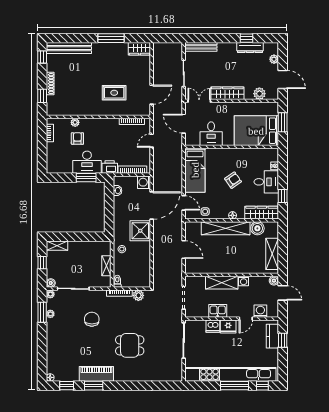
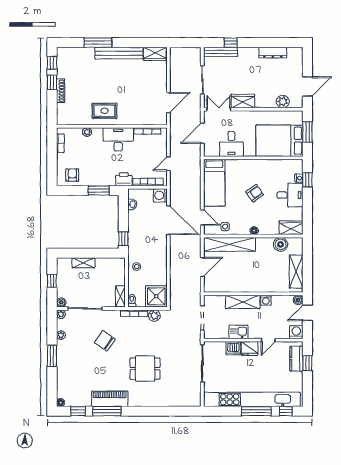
window: (111, 38) -> (98, 43), moved
window: (246, 38) -> (231, 43), moved
bench: (69, 48) -> (119, 53), moved
plant: (274, 59) -> (298, 65), removed
door: (283, 80) -> (307, 86), hinge flipped
rug: (114, 93) -> (104, 111), moved
wardrobe: (227, 93) -> (243, 101), width x0.67
window: (42, 96) -> (52, 82), moved
door: (184, 124) -> (202, 133), hinge flipped
armchair: (77, 138) -> (72, 175), moved
door: (152, 141) -> (168, 164), moved
desk: (87, 162) -> (118, 139), moved, turned 180
window: (283, 196) -> (307, 180), moved
door: (152, 205) -> (168, 220), hinge flipped
wardrobe: (262, 213) -> (291, 228), width x0.67
window: (109, 223) -> (123, 239), added
shelving: (226, 228) -> (229, 244), moved
shower: (140, 231) -> (156, 296), moved
shelving: (57, 246) -> (83, 263), moved
door: (184, 250) -> (202, 267), hinge flipped
shelving: (106, 266) -> (120, 296), moved
door: (283, 293) -> (307, 313), swing flipped
washing machine: (260, 311) -> (296, 332), moved
window: (42, 312) -> (52, 356), moved
chair: (92, 319) -> (105, 341), turned -55
window: (94, 386) -> (107, 411), width x1.44

